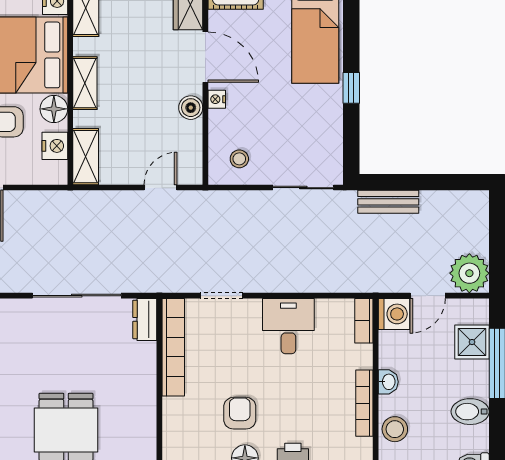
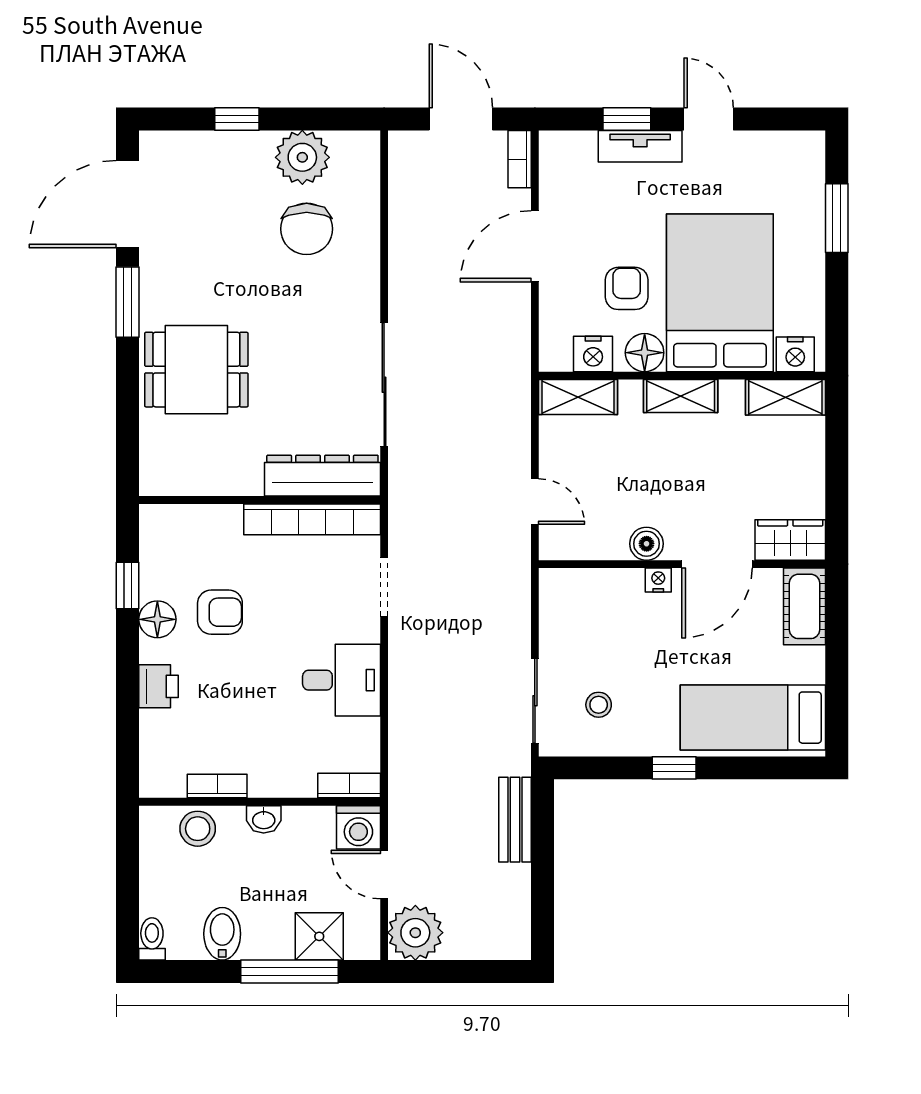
stool: (239, 159) -> (599, 705), moved
dresser: (145, 319) -> (322, 476), width x1.96, depth x1.24
bookcase: (364, 403) -> (217, 786), width x0.64

